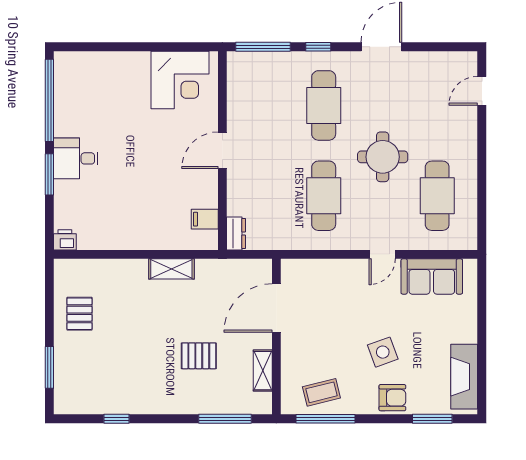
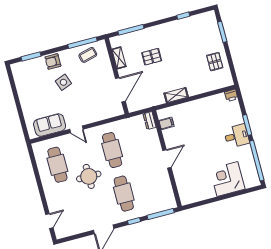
corner desk: (180, 80) -> (227, 179), moved
door: (382, 254) -> (76, 129), swing flipped
fireplace: (464, 377) -> (21, 81), removed

